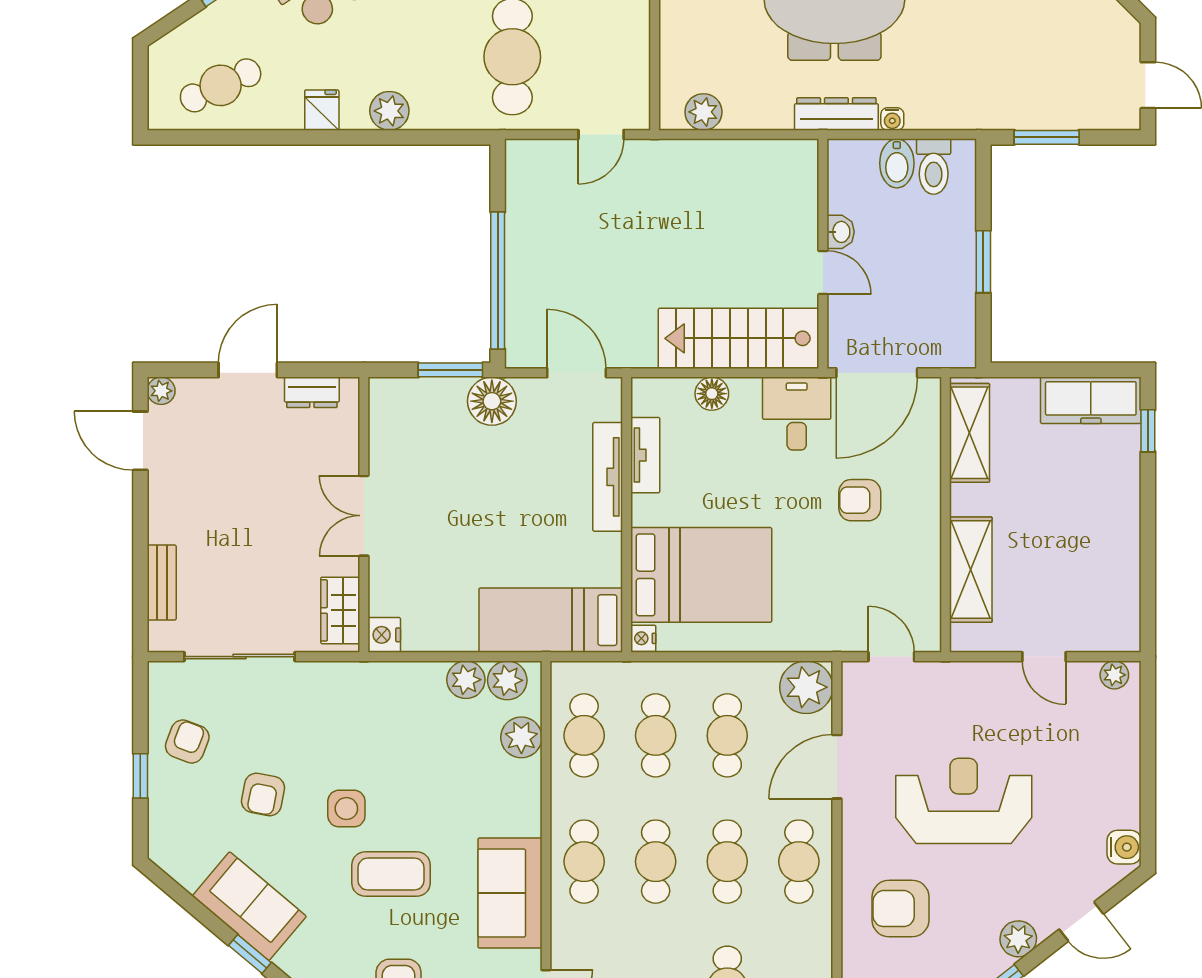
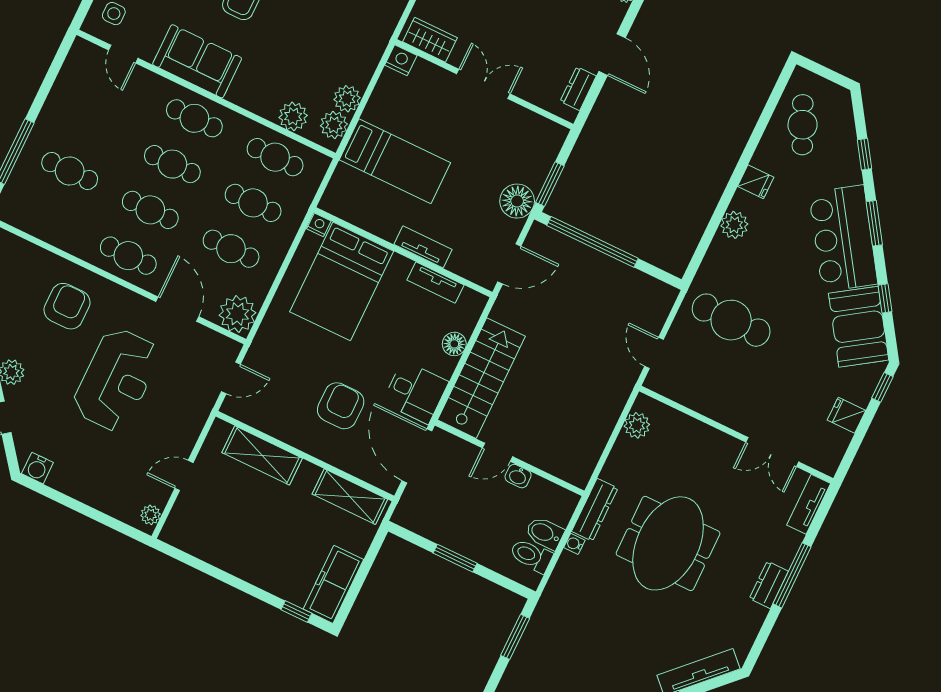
tv unit: (608, 477) -> (423, 247), width x0.71
armchair: (860, 500) -> (341, 406), width x1.38, depth x1.38
bed: (551, 620) -> (395, 161), moved, turned 90

